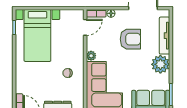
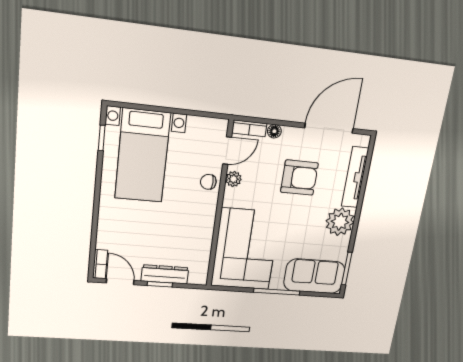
plant: (91, 56) -> (233, 179), moved
chair: (67, 73) -> (208, 182), moved

